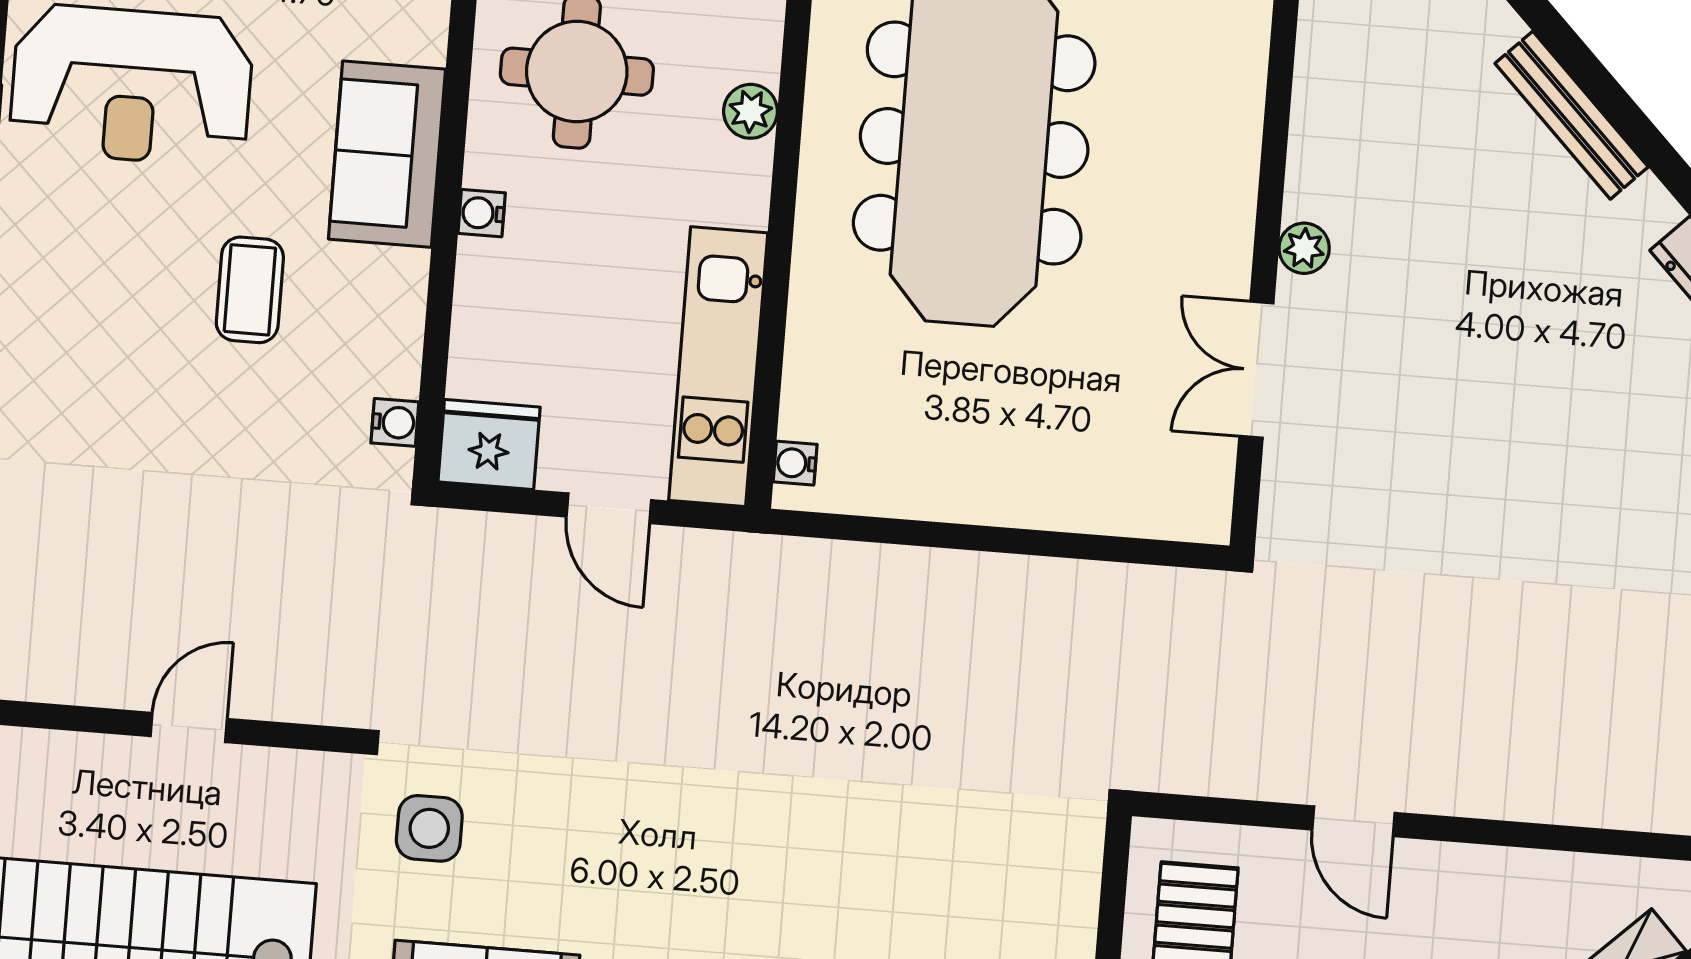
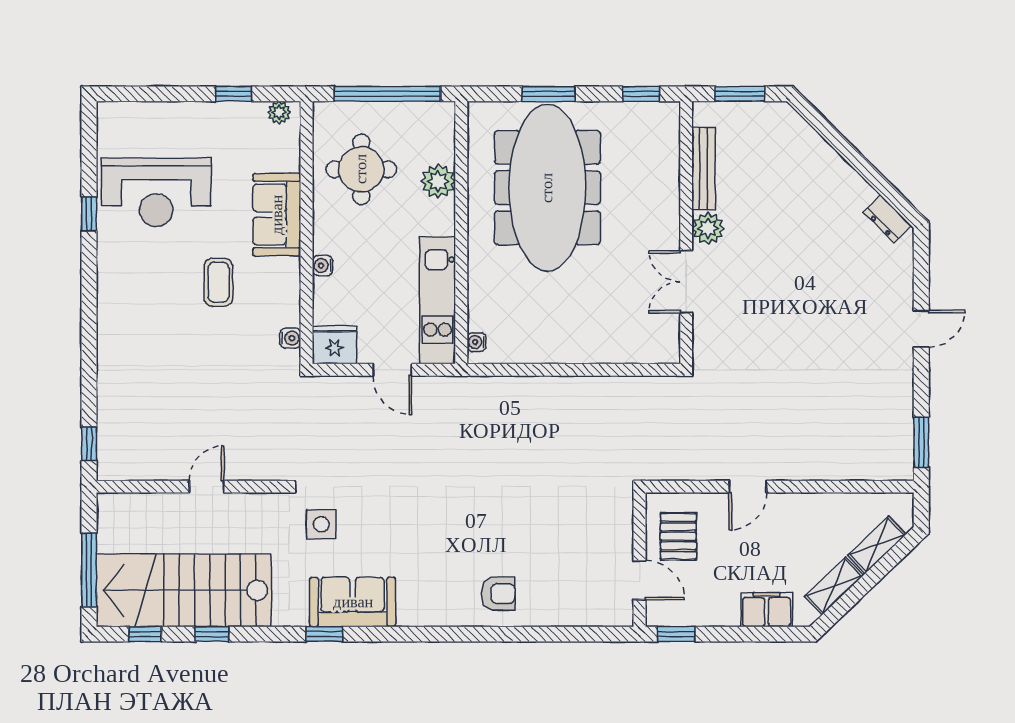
plant: (751, 111) -> (438, 181), width x1.38, depth x1.38
bench: (1572, 115) -> (704, 169), moved, turned 45
water cooler: (482, 213) -> (323, 266), moved
plant: (1304, 248) -> (708, 228), width x1.38, depth x1.38
door: (1353, 821) -> (748, 487), hinge flipped

